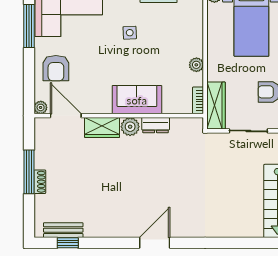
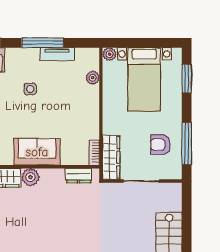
plant: (196, 65) -> (93, 78), moved
dresser: (156, 125) -> (78, 176), moved

